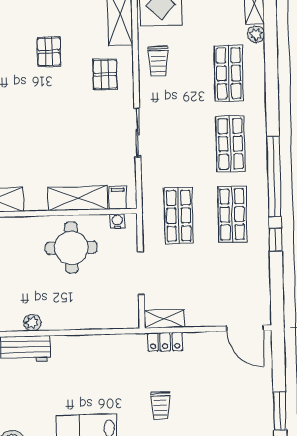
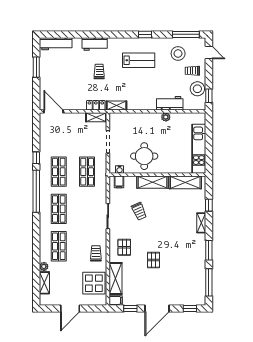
trolley: (79, 143) -> (139, 211), added
shelving: (78, 198) -> (152, 182), moved
shelving: (126, 342) -> (116, 105), added

